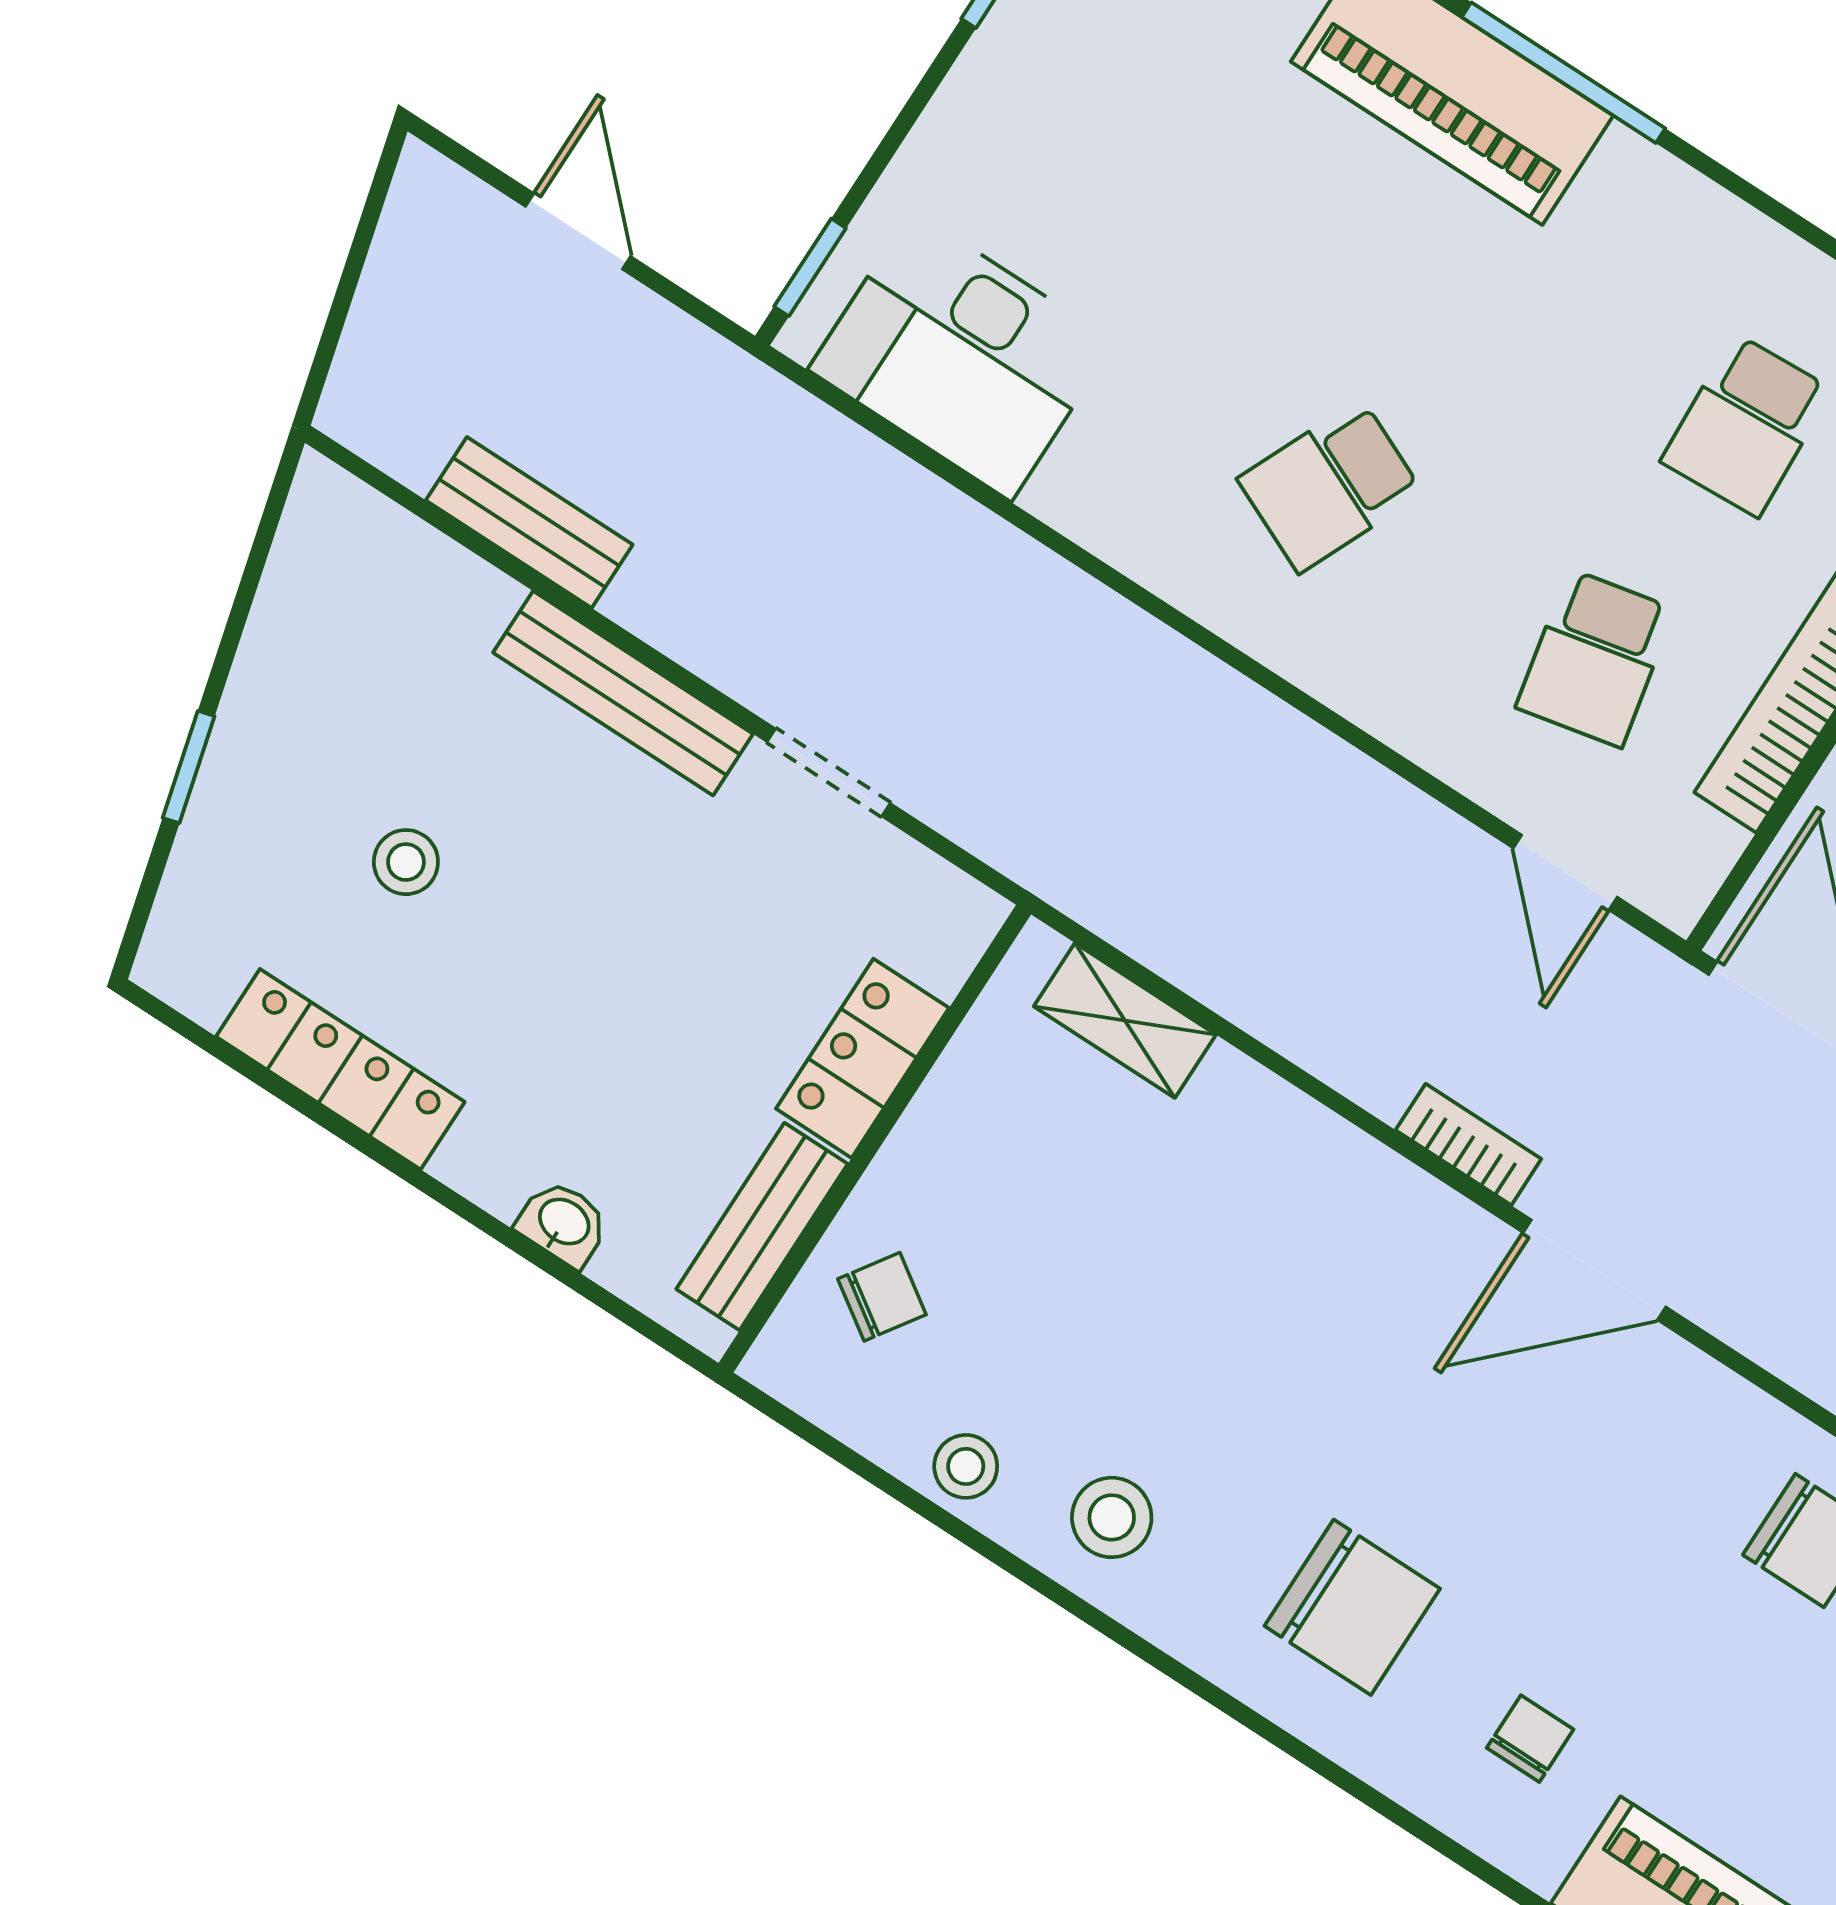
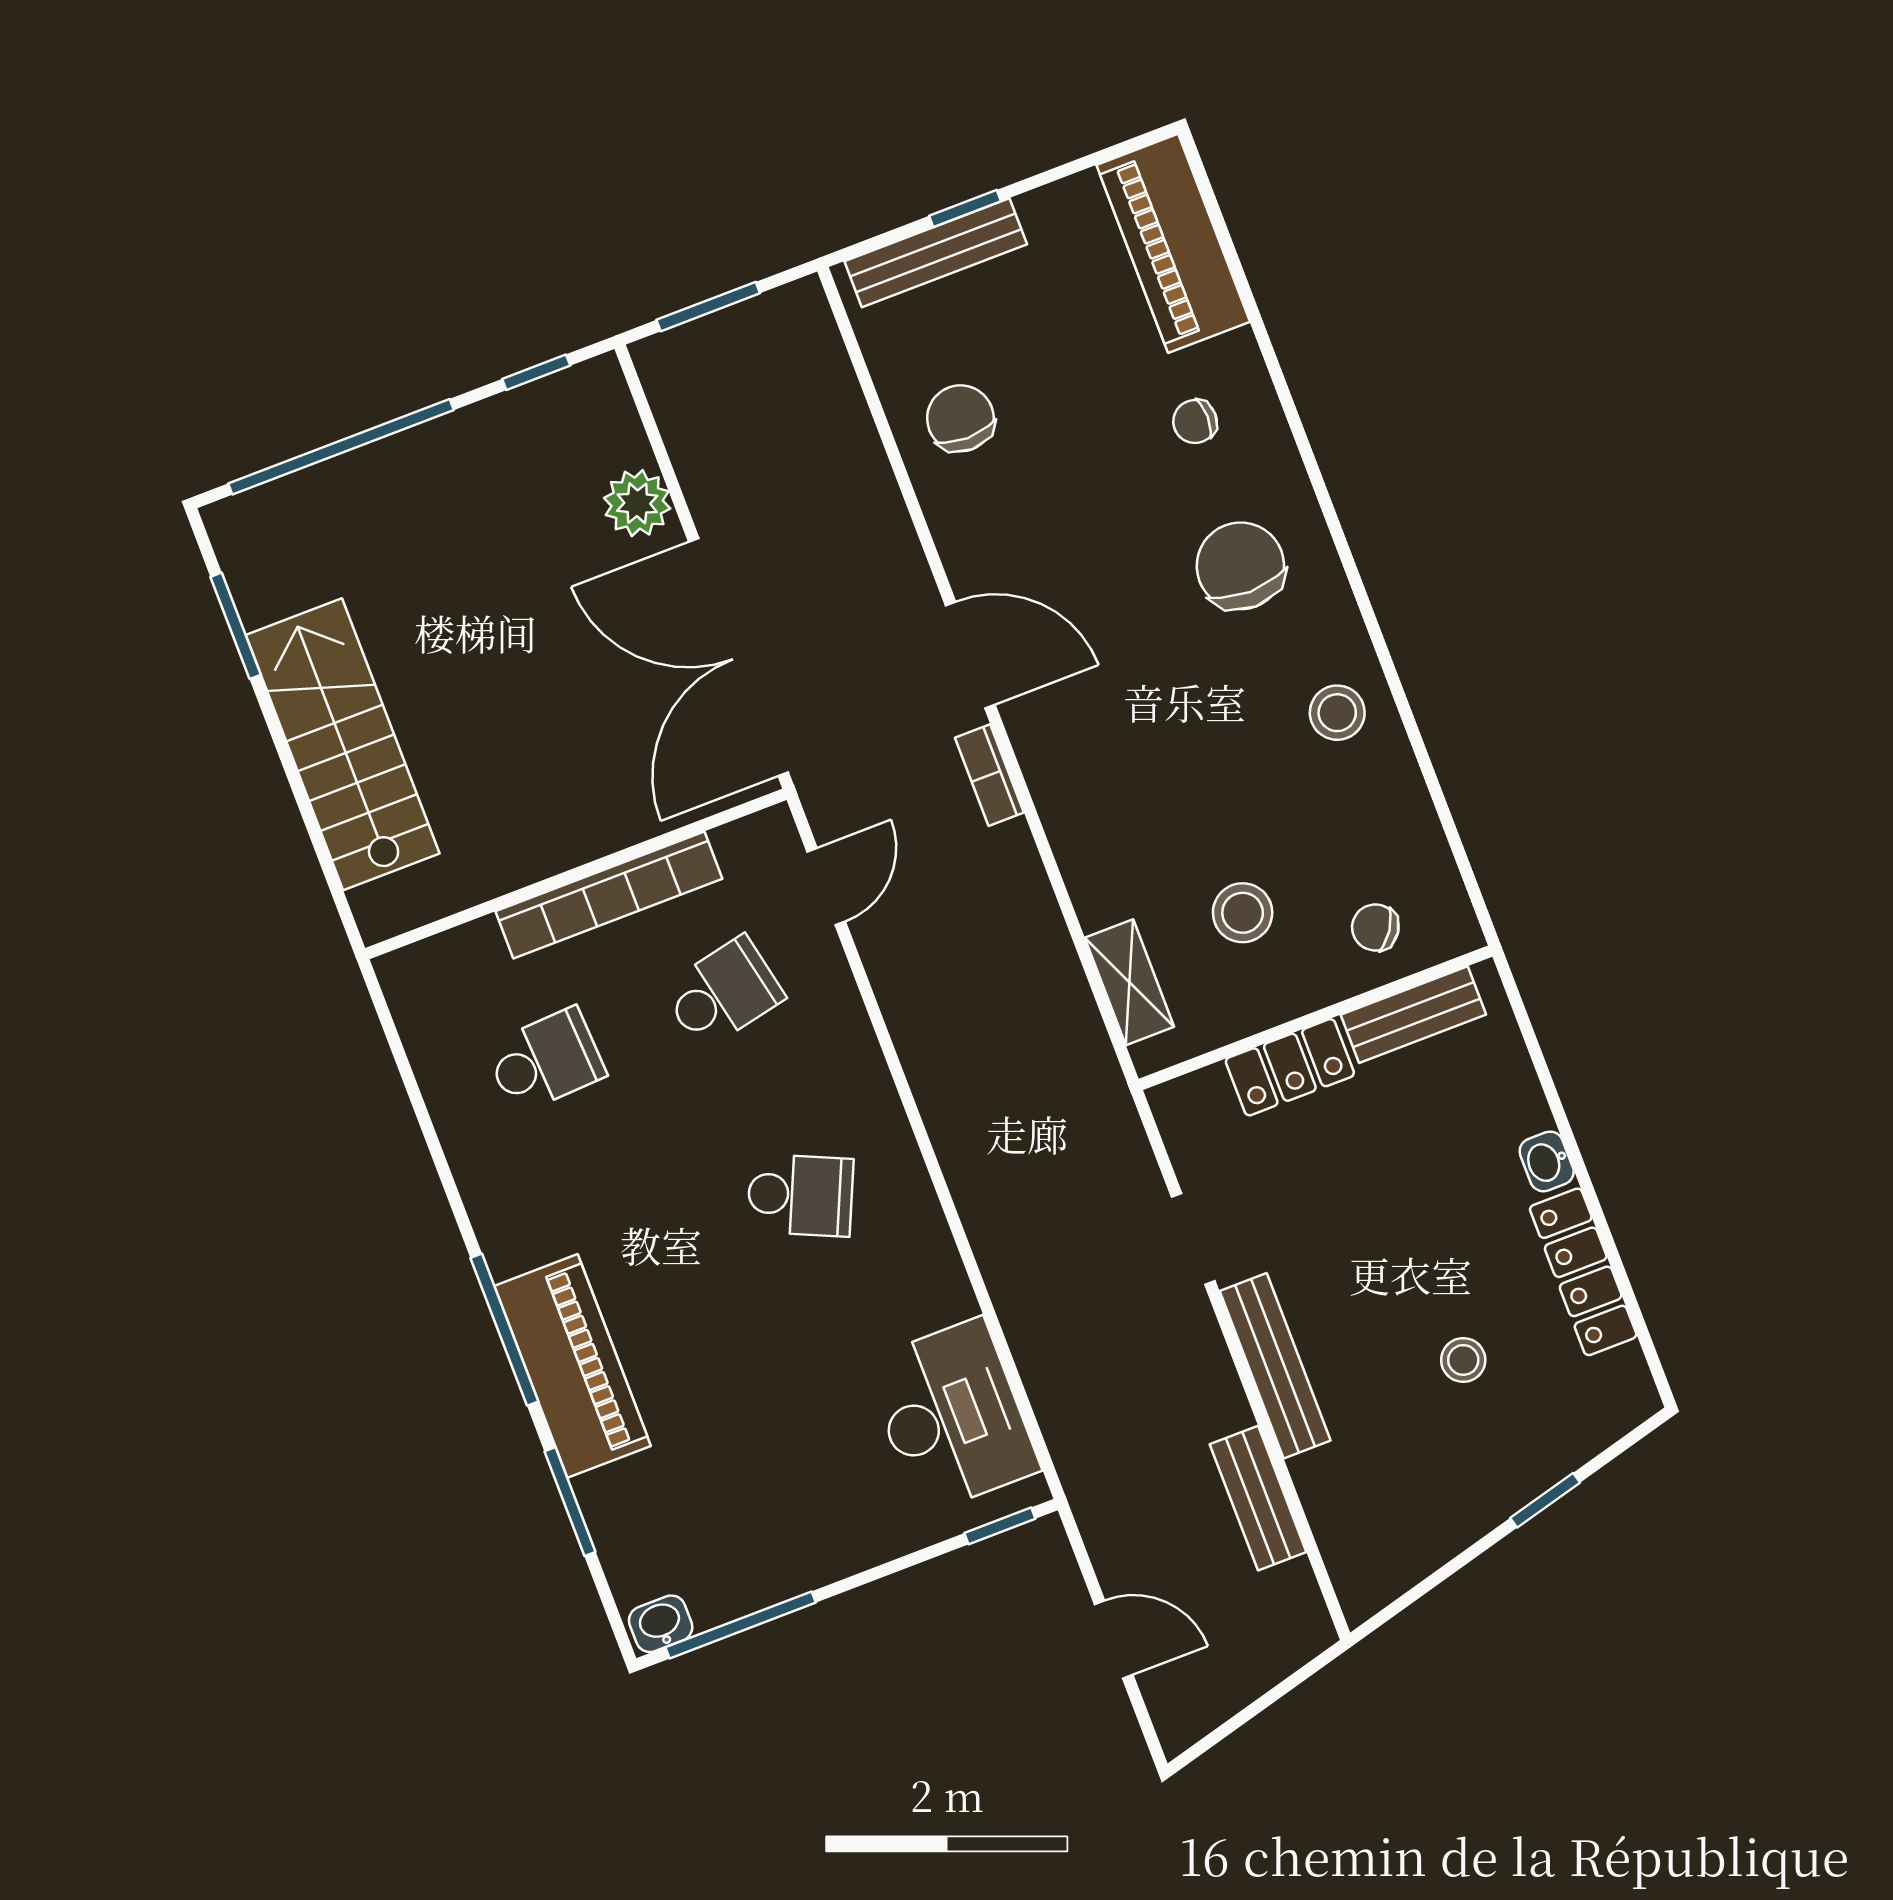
door: (578, 231) -> (1114, 1639), swing flipped
washbasin: (563, 1223) -> (1547, 1161), moved
stool: (966, 1466) -> (1243, 913), moved, width x1.37, depth x1.37

